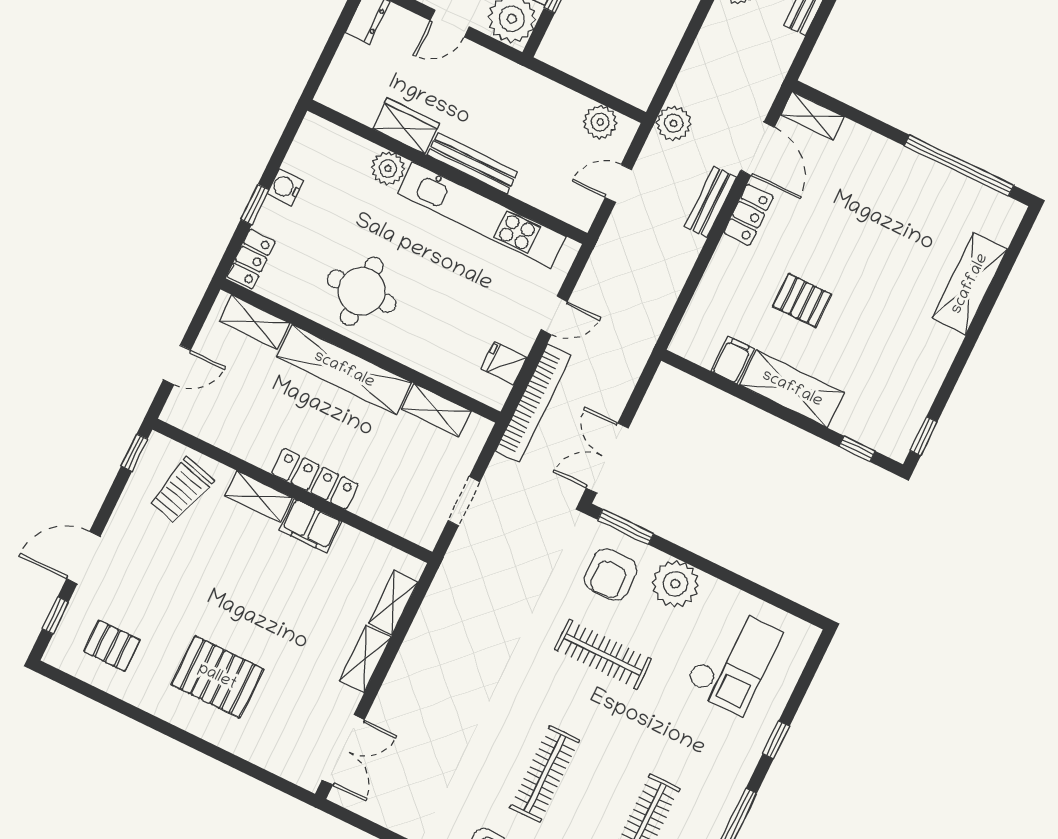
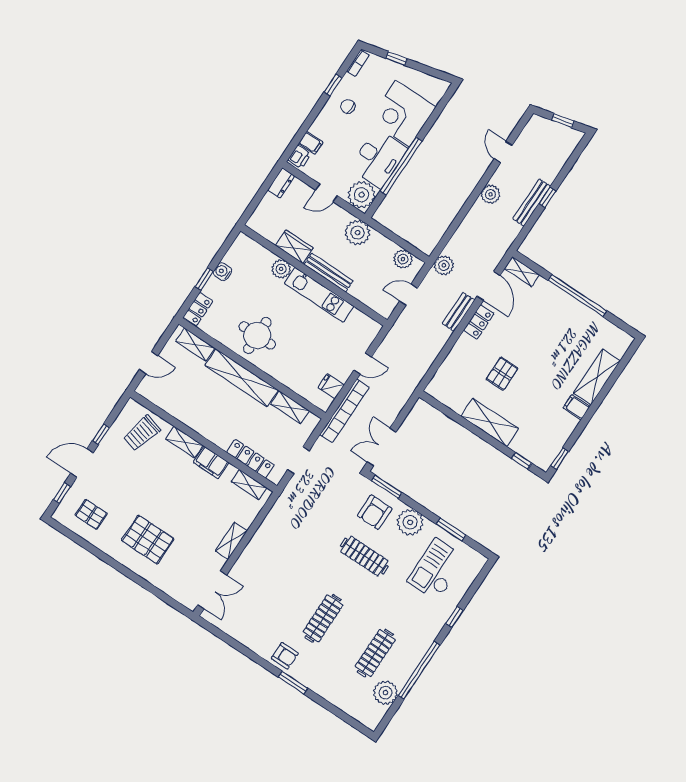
plant: (514, 86) -> (357, 233), added
window: (959, 166) -> (577, 296), moved
kitchen unit: (482, 215) -> (319, 295), width x0.73
pallet: (802, 300) -> (502, 374), turned 90
filing cabinet: (732, 360) -> (576, 407), moved, turned -90
window: (134, 452) -> (101, 434), moved
locker: (315, 479) -> (250, 459), moved
window: (749, 587) -> (451, 529), added
shelving: (393, 603) -> (249, 485), moved, turned 90
checkout: (733, 661) -> (437, 569), turned 180

